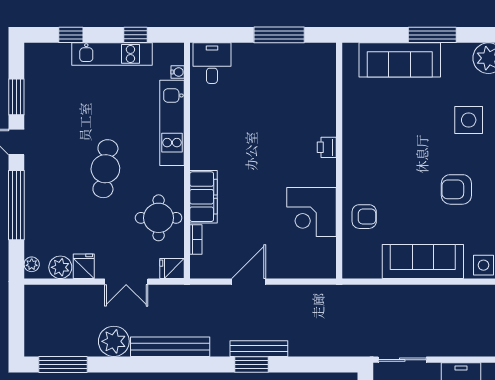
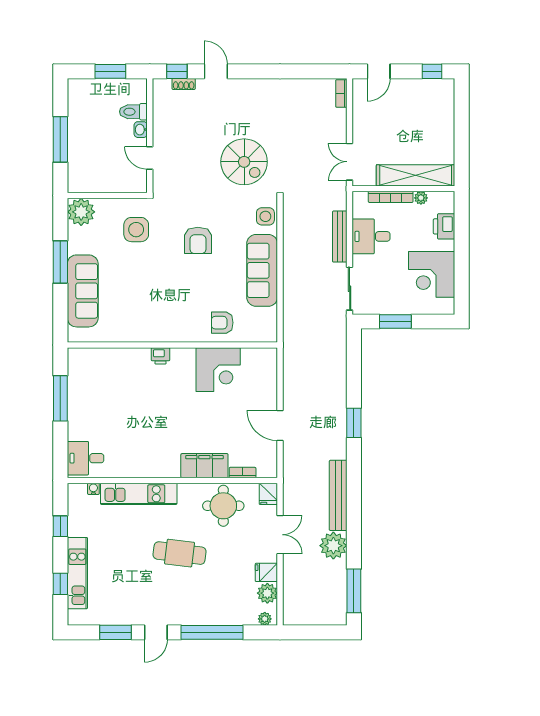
kitchen unit: (112, 54) -> (77, 573), moved
armchair: (364, 217) -> (222, 323), turned -90
bench: (259, 349) -> (340, 237), moved

